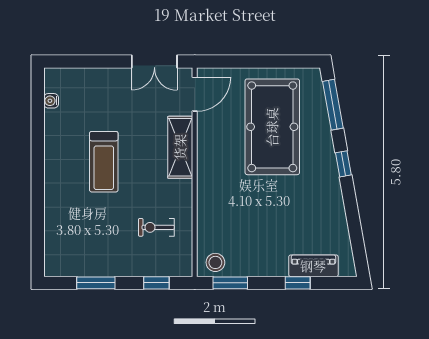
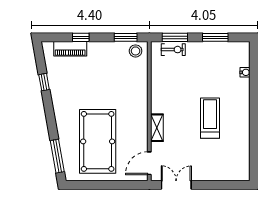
water cooler: (51, 101) -> (245, 72), moved
shelving: (180, 147) -> (157, 128), width x0.67, depth x0.75
window: (343, 164) -> (44, 82), moved
exercise bike: (156, 227) -> (173, 50), moved
window: (156, 283) -> (175, 37), width x1.50

